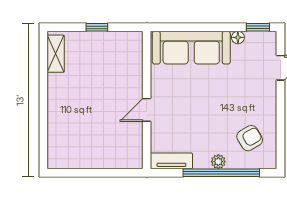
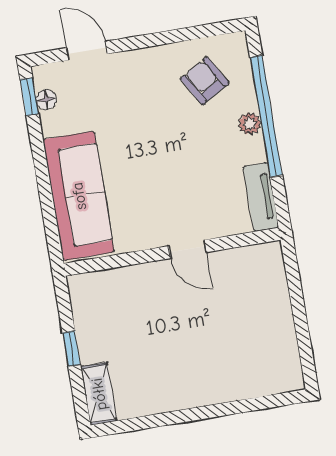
floor lamp: (238, 37) -> (46, 100), moved
shelving: (56, 54) -> (99, 394), moved, turned 90

